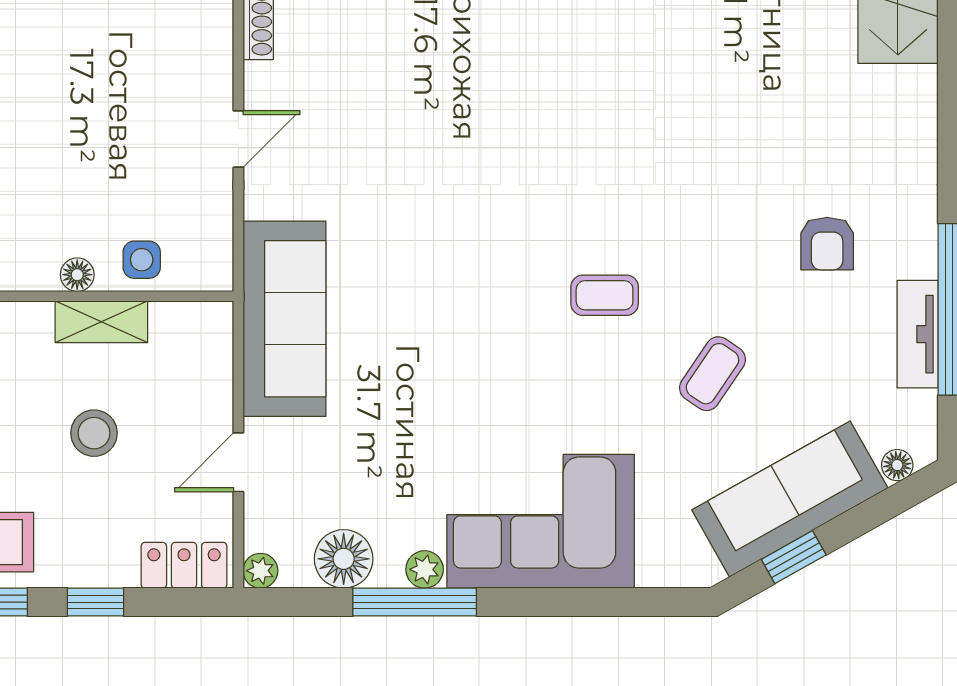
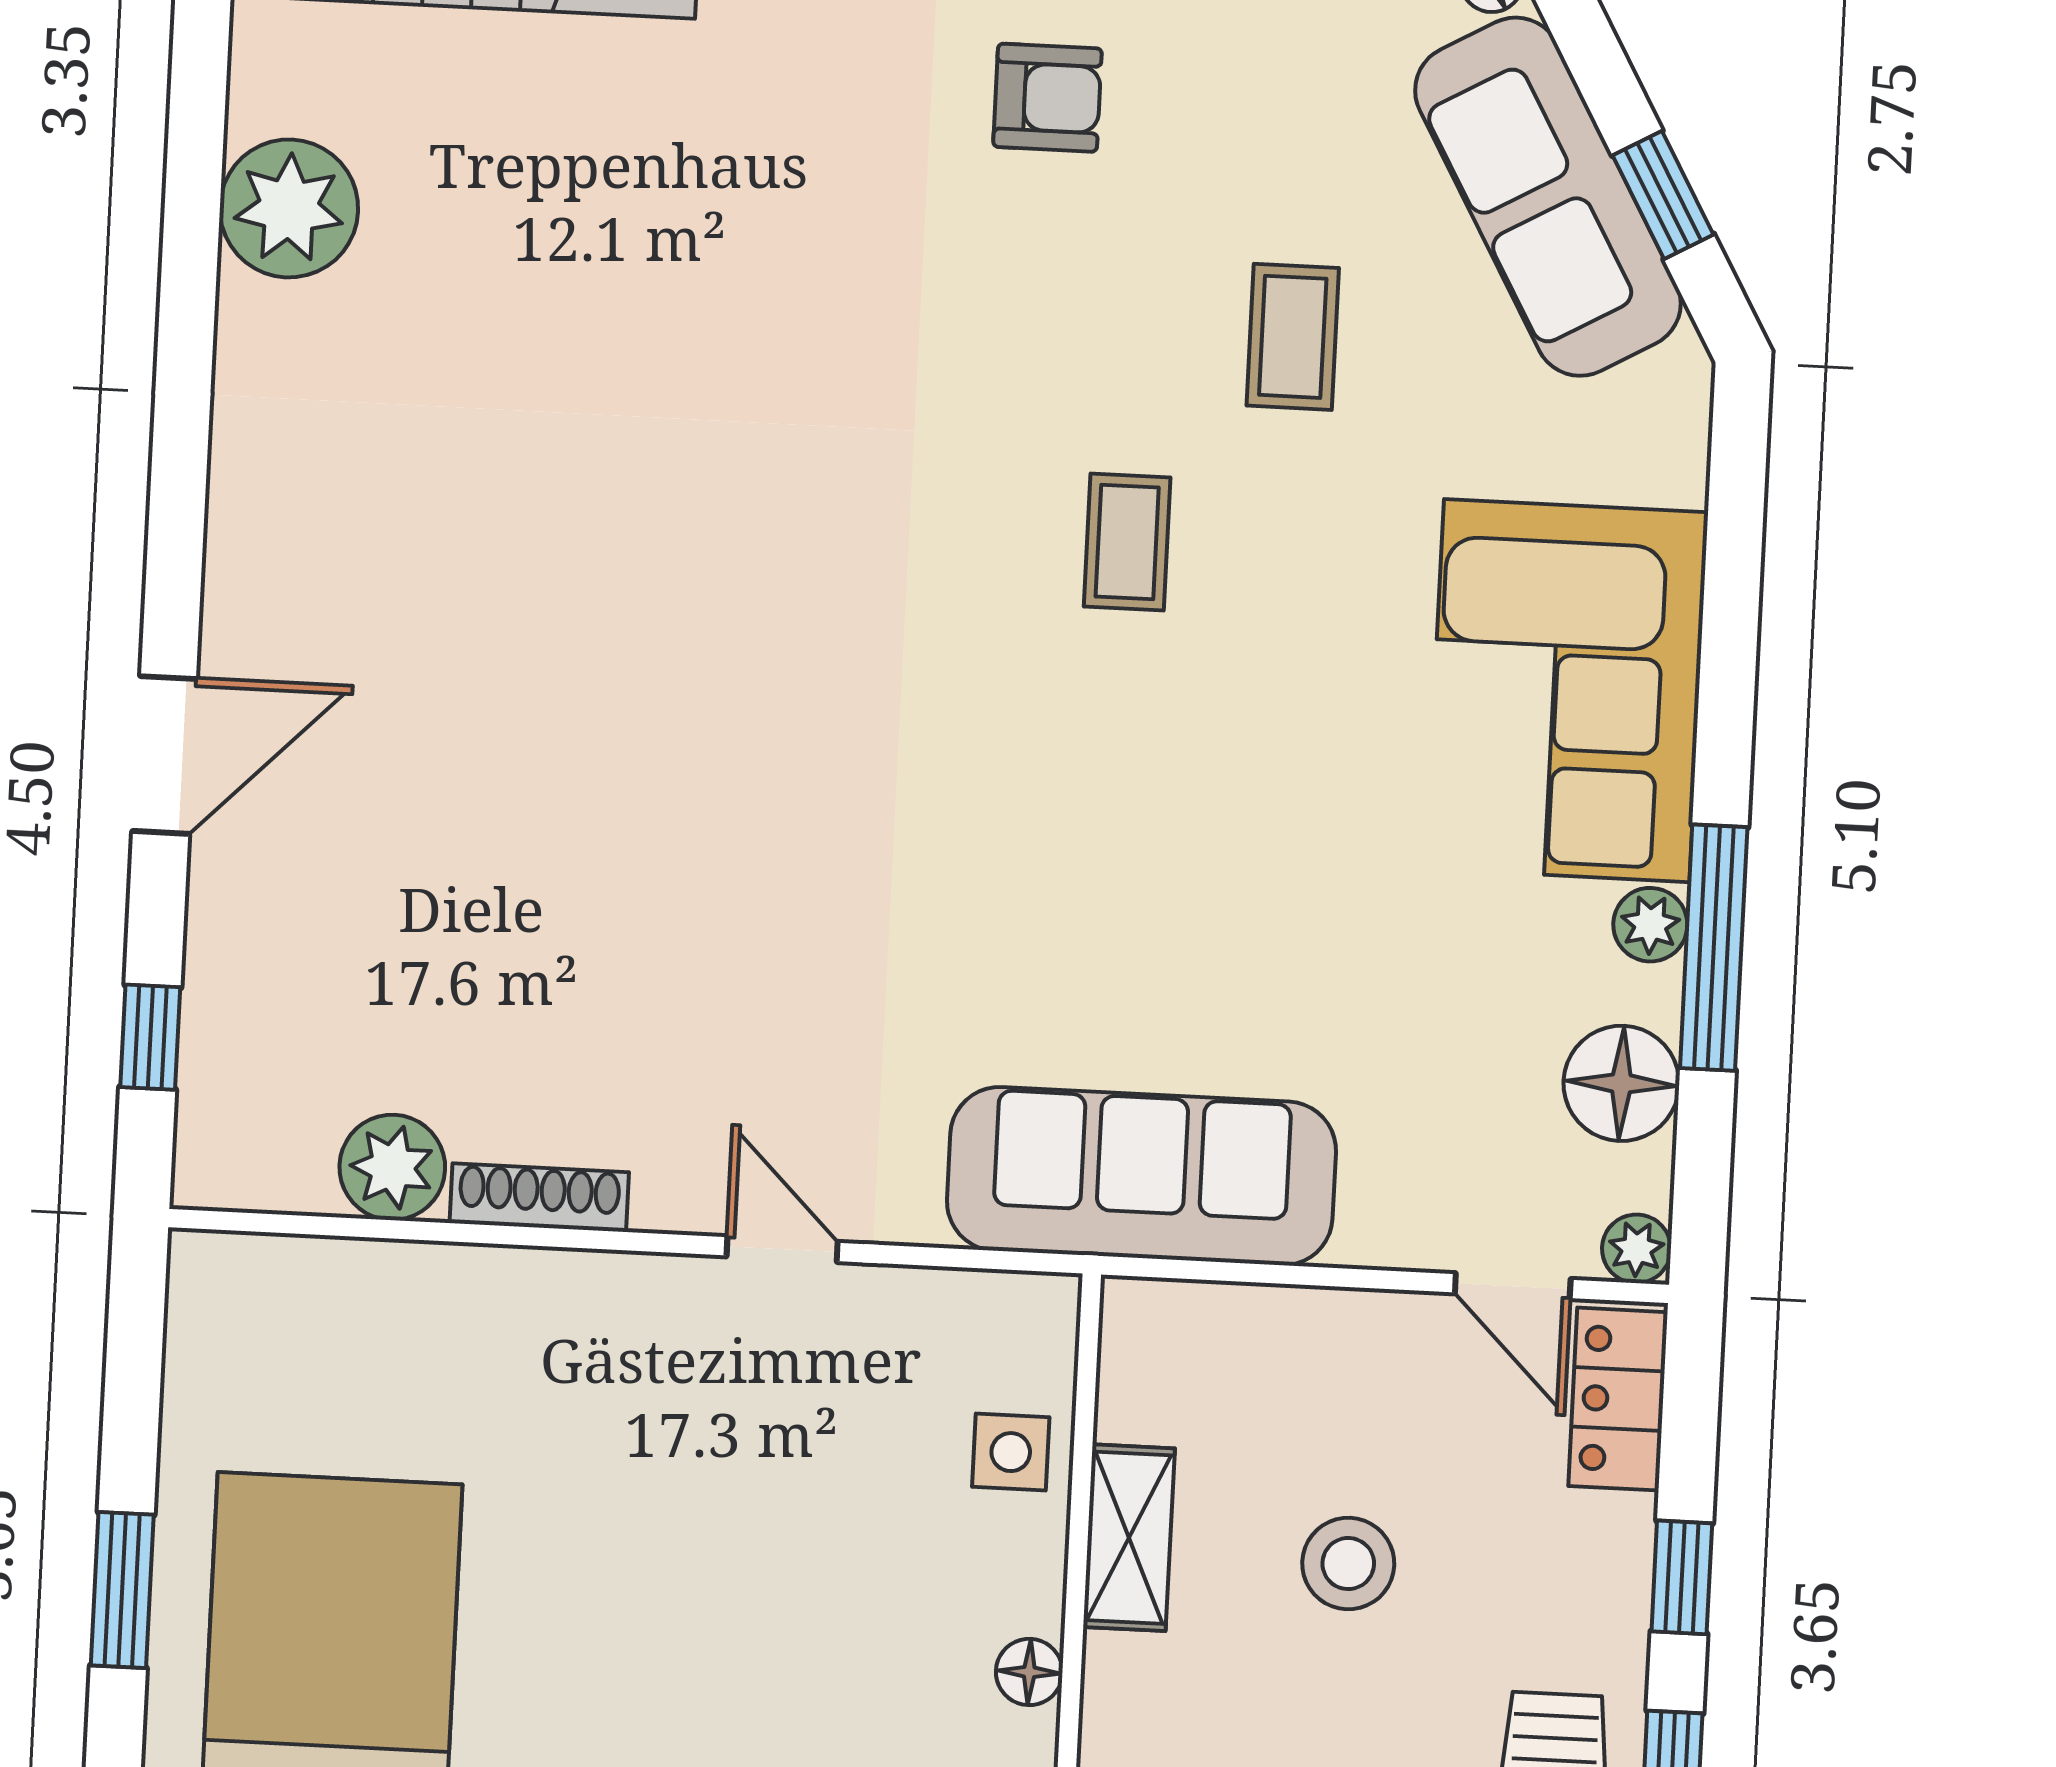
floor lamp: (77, 275) -> (1029, 1672), moved
coffee table: (713, 374) -> (1293, 337), turned 56
door: (238, 462) -> (1513, 1286), moved

